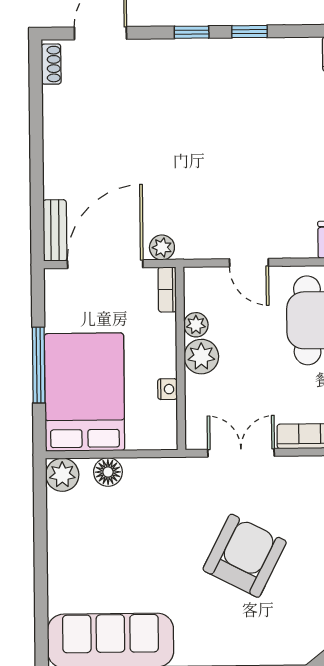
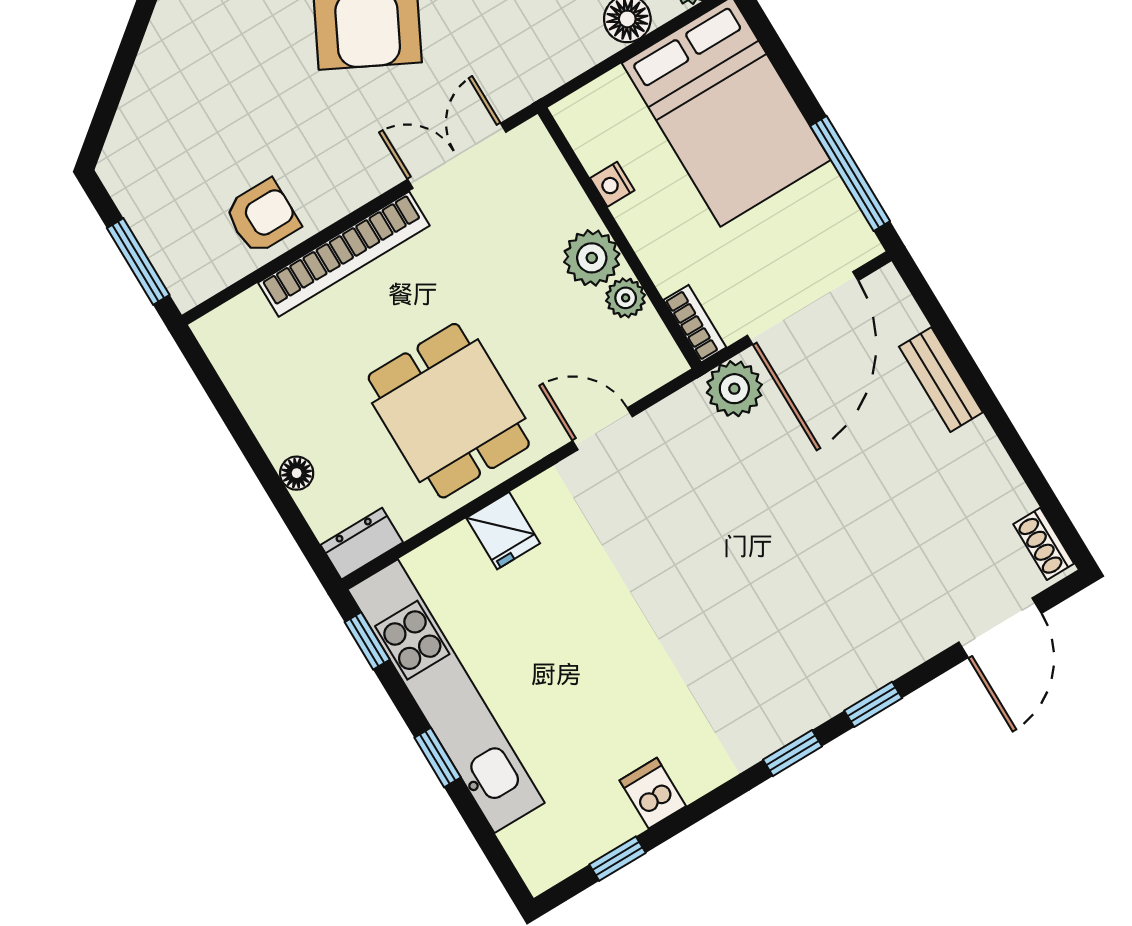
bench: (55, 230) -> (941, 380), moved
plant: (162, 247) -> (734, 389), width x1.38, depth x1.38
window: (39, 365) -> (850, 173), moved
double door: (241, 453) -> (457, 156), swing flipped

